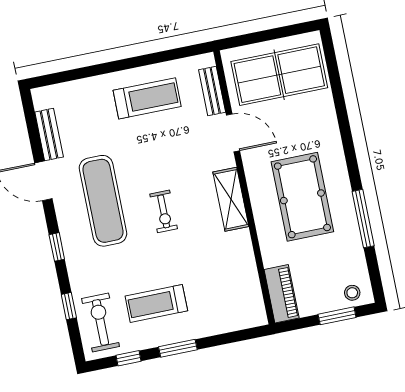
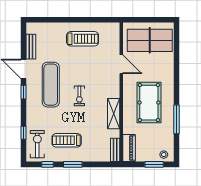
bench: (212, 91) -> (115, 150), moved
shelving: (231, 199) -> (114, 114), moved
window: (57, 247) -> (23, 92), moved

